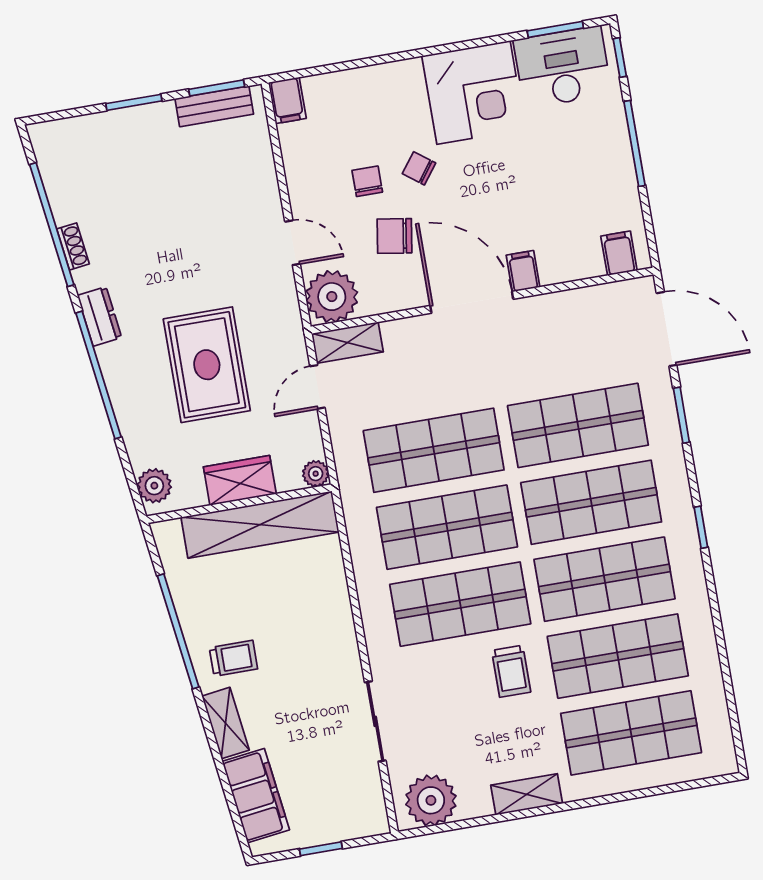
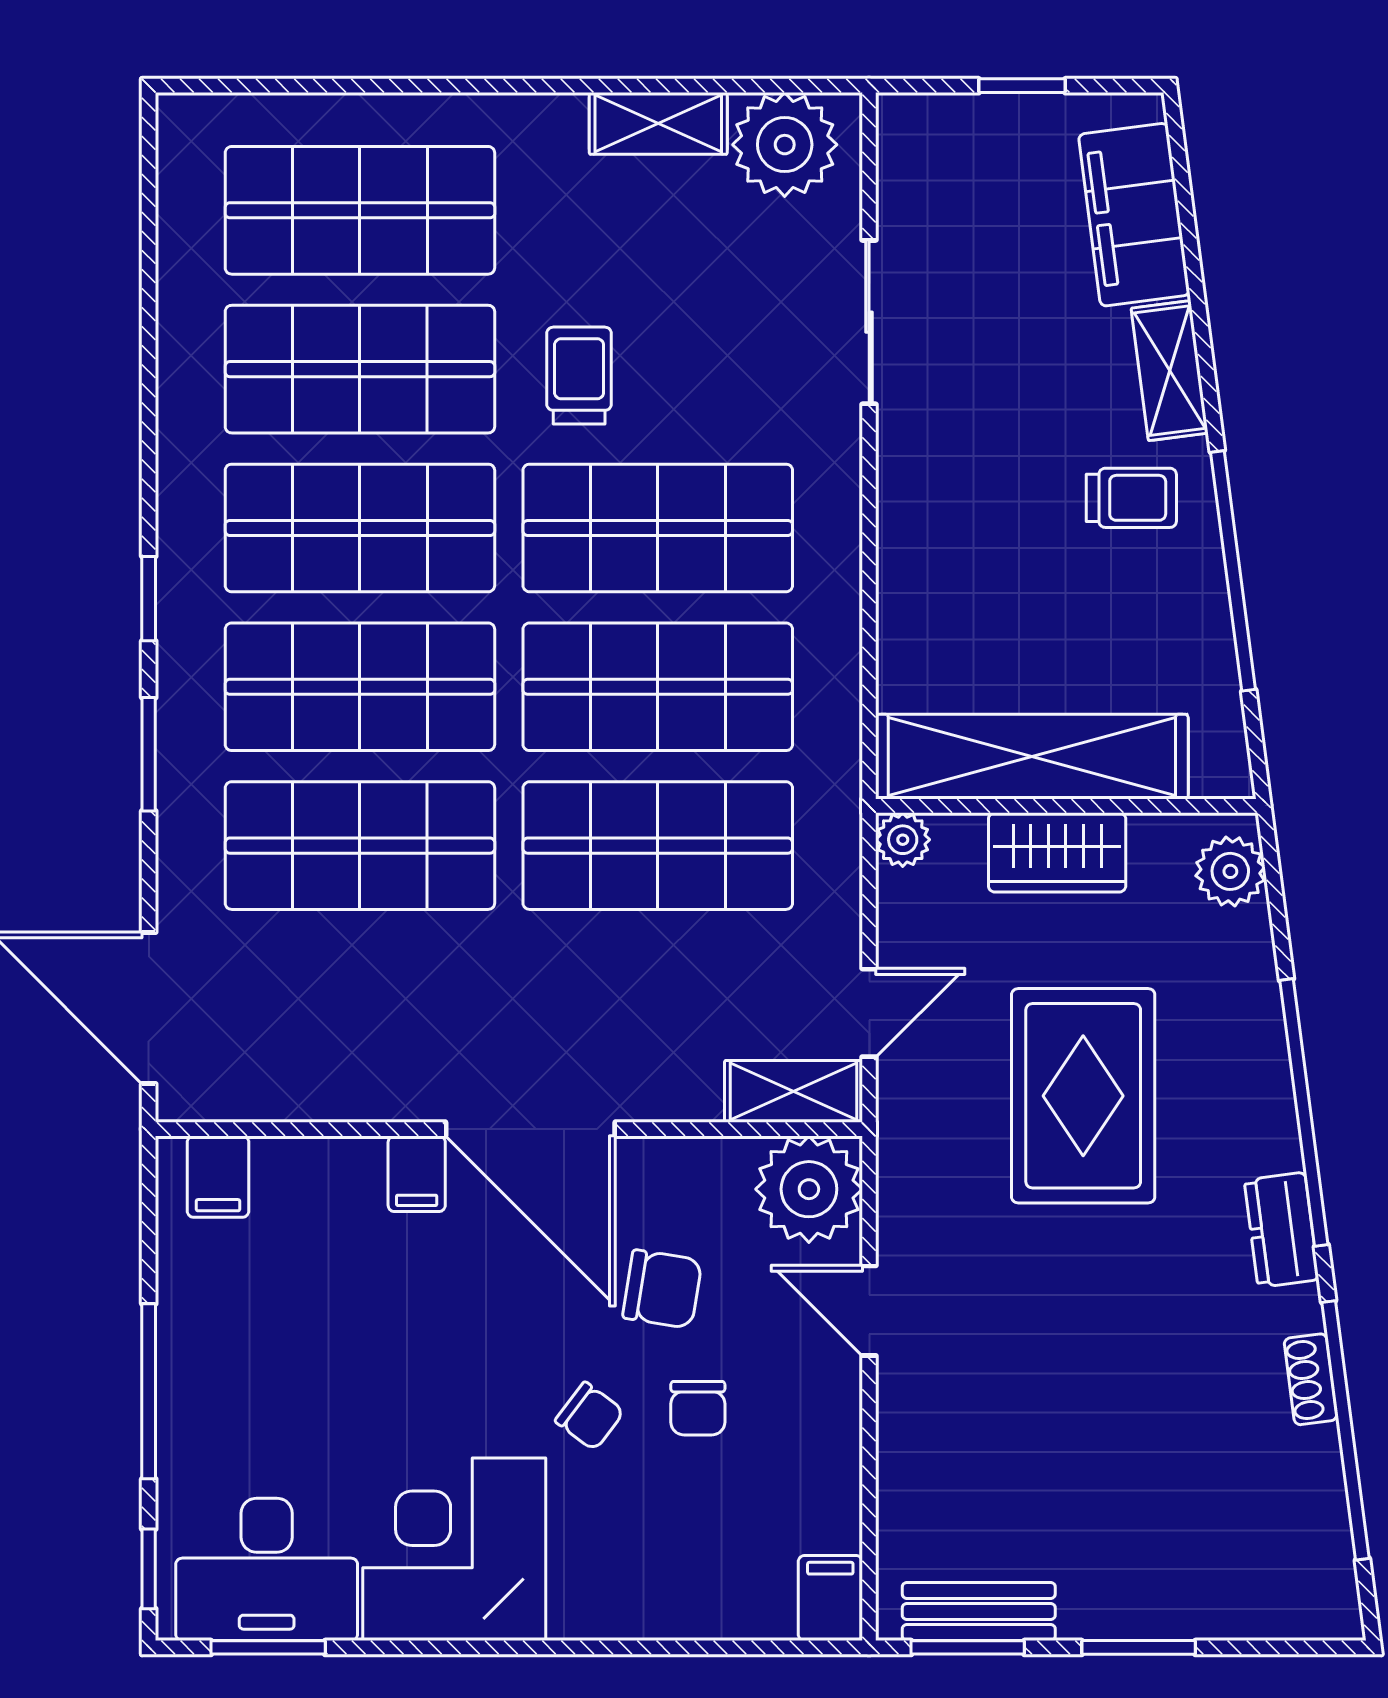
window: (681, 415) -> (149, 754), moved
trolley: (233, 658) -> (1131, 498), turned 180
shelving: (527, 794) -> (658, 123), moved

